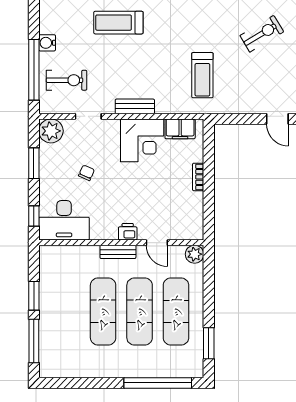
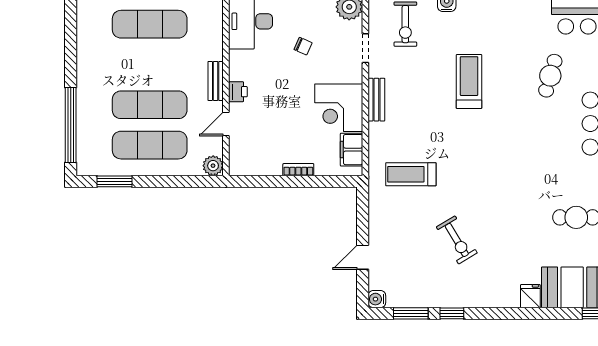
exercise mat: (103, 312) -> (150, 24), moved

